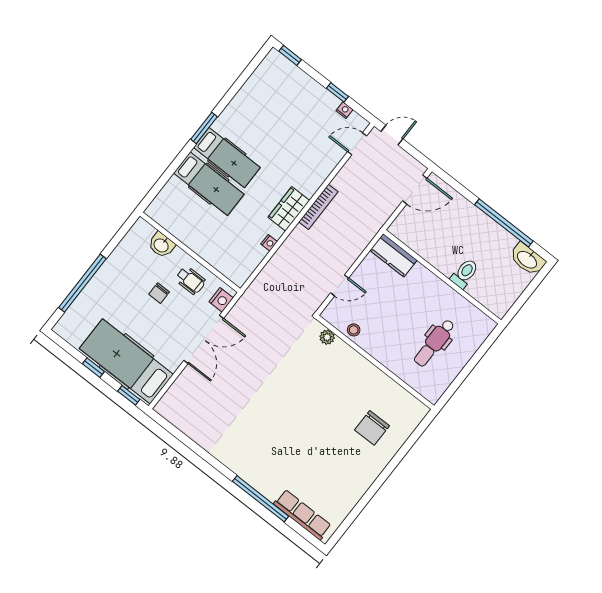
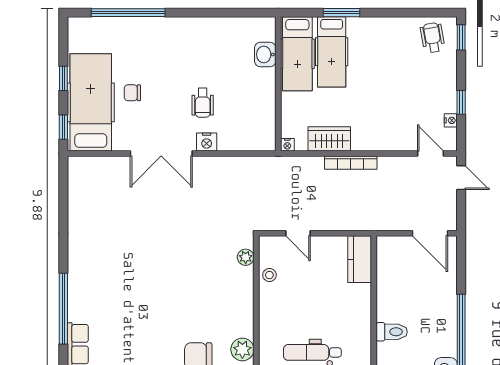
wheelchair: (274, 76) -> (433, 38), added
washbasin: (161, 245) -> (265, 54), moved
wall: (190, 252) -> (278, 84), moved
chair: (159, 293) -> (132, 93), moved
plant: (392, 392) -> (242, 349), added

